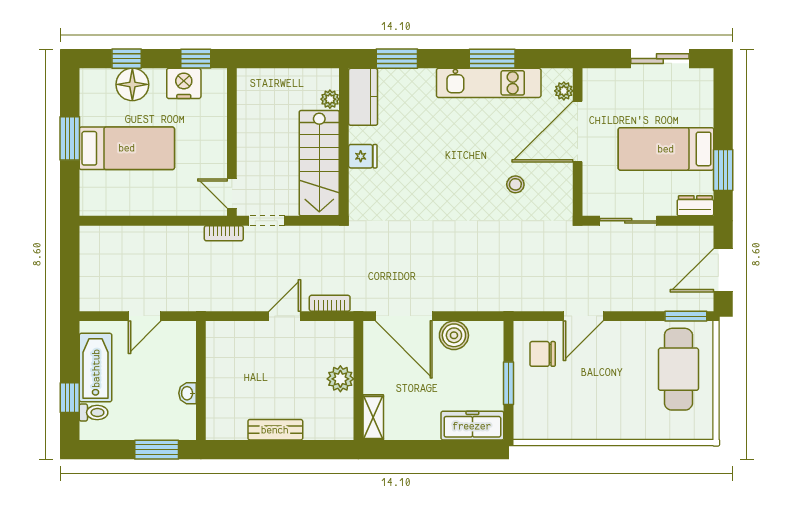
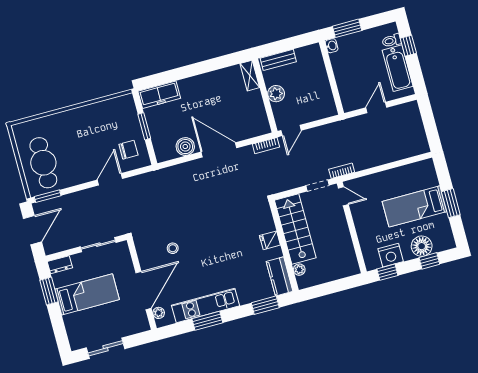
plant: (340, 379) -> (276, 94), moved
wall: (358, 381) -> (265, 96), moved
washbasin: (188, 393) -> (332, 46), moved
shelving: (373, 417) -> (250, 76), moved

